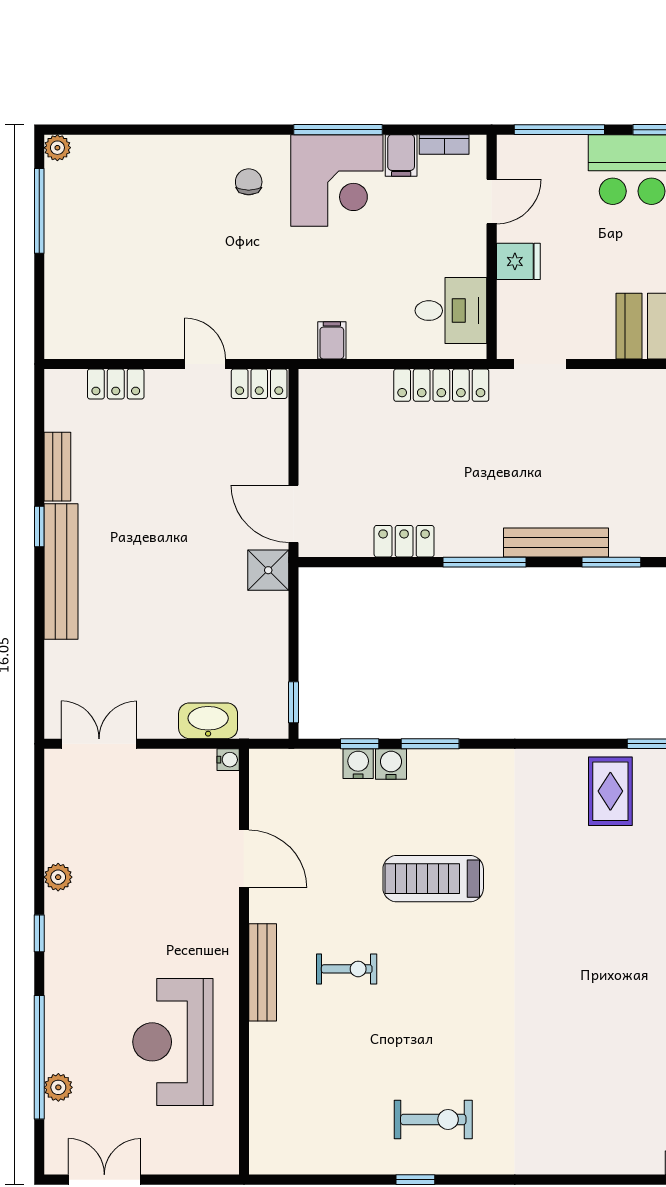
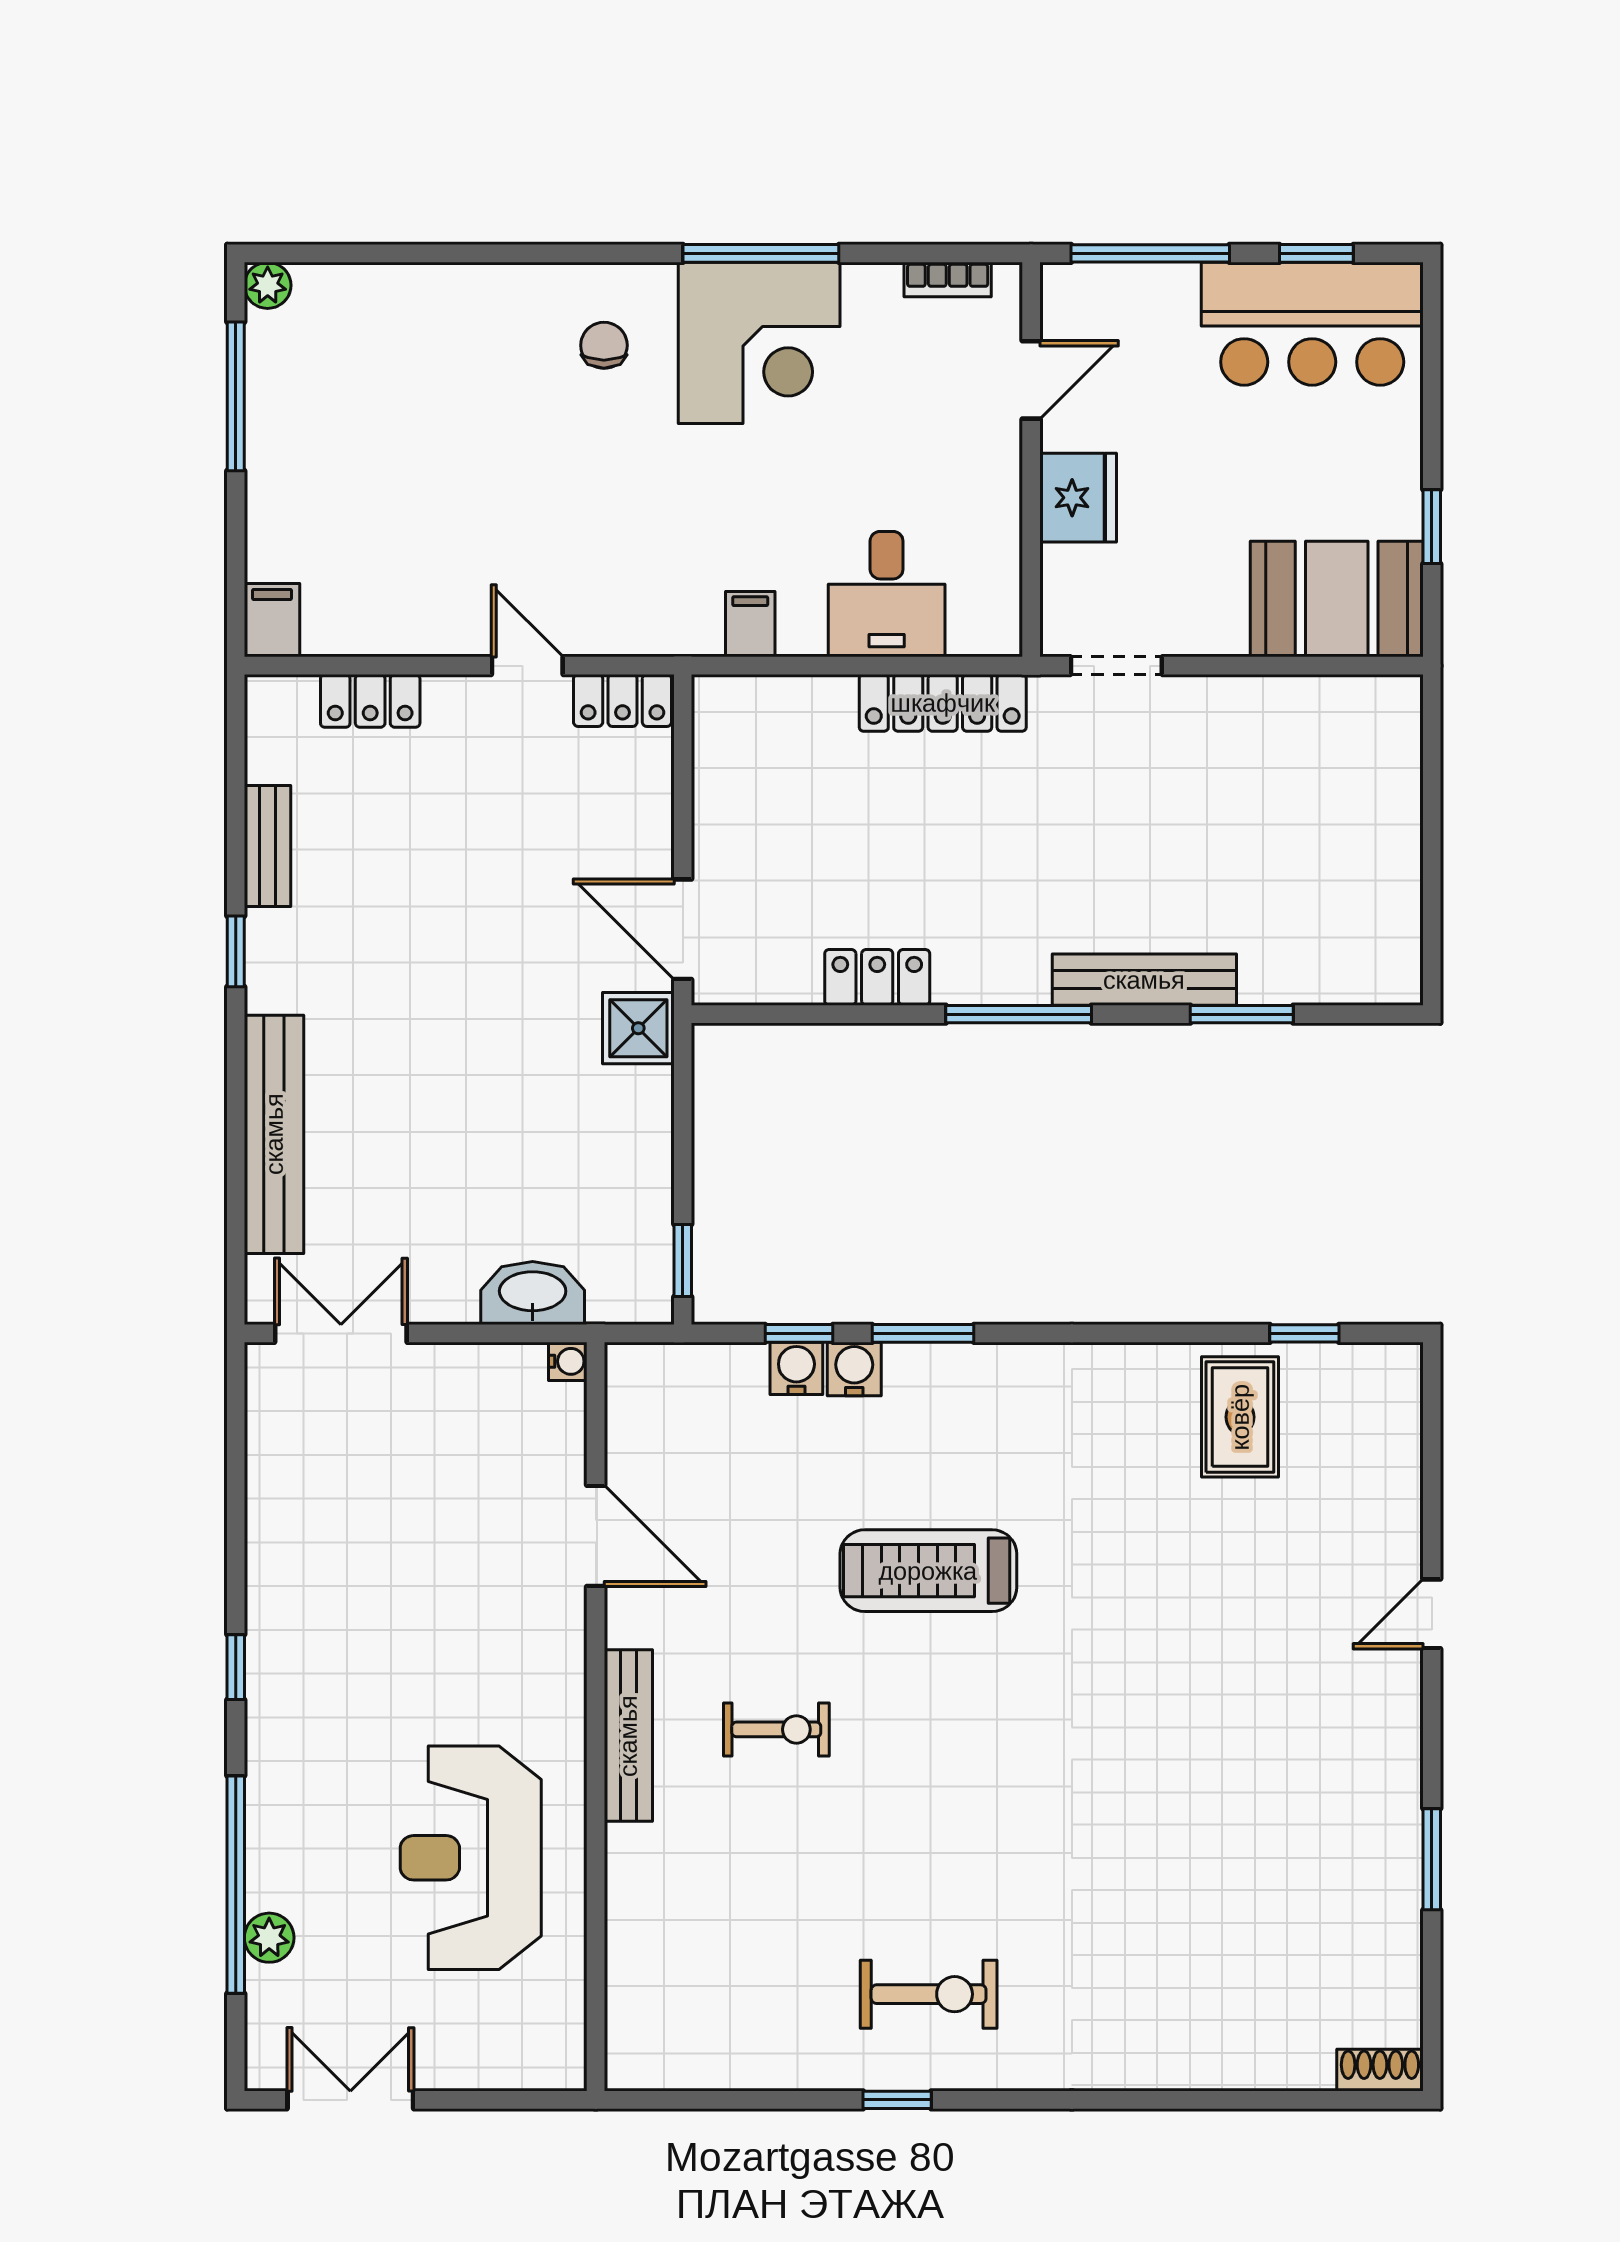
filing cabinet: (401, 155) -> (272, 620), moved, turned 180
fridge: (518, 261) -> (1078, 498), width x1.38
desk: (451, 311) -> (887, 594), moved, turned 90
bench: (61, 571) -> (274, 1134), moved
plant: (58, 877) -> (269, 1568), removed

